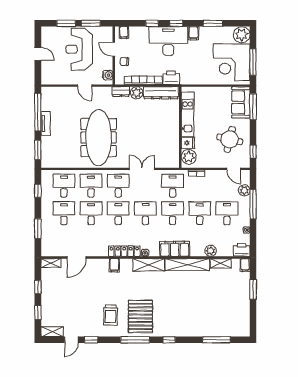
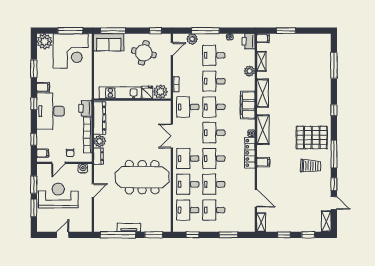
window: (152, 23) -> (34, 139), moved
reception desk: (79, 49) -> (58, 196), turned 180
shelving: (187, 265) -> (263, 93), width x0.68
window: (135, 340) -> (334, 154), moved

